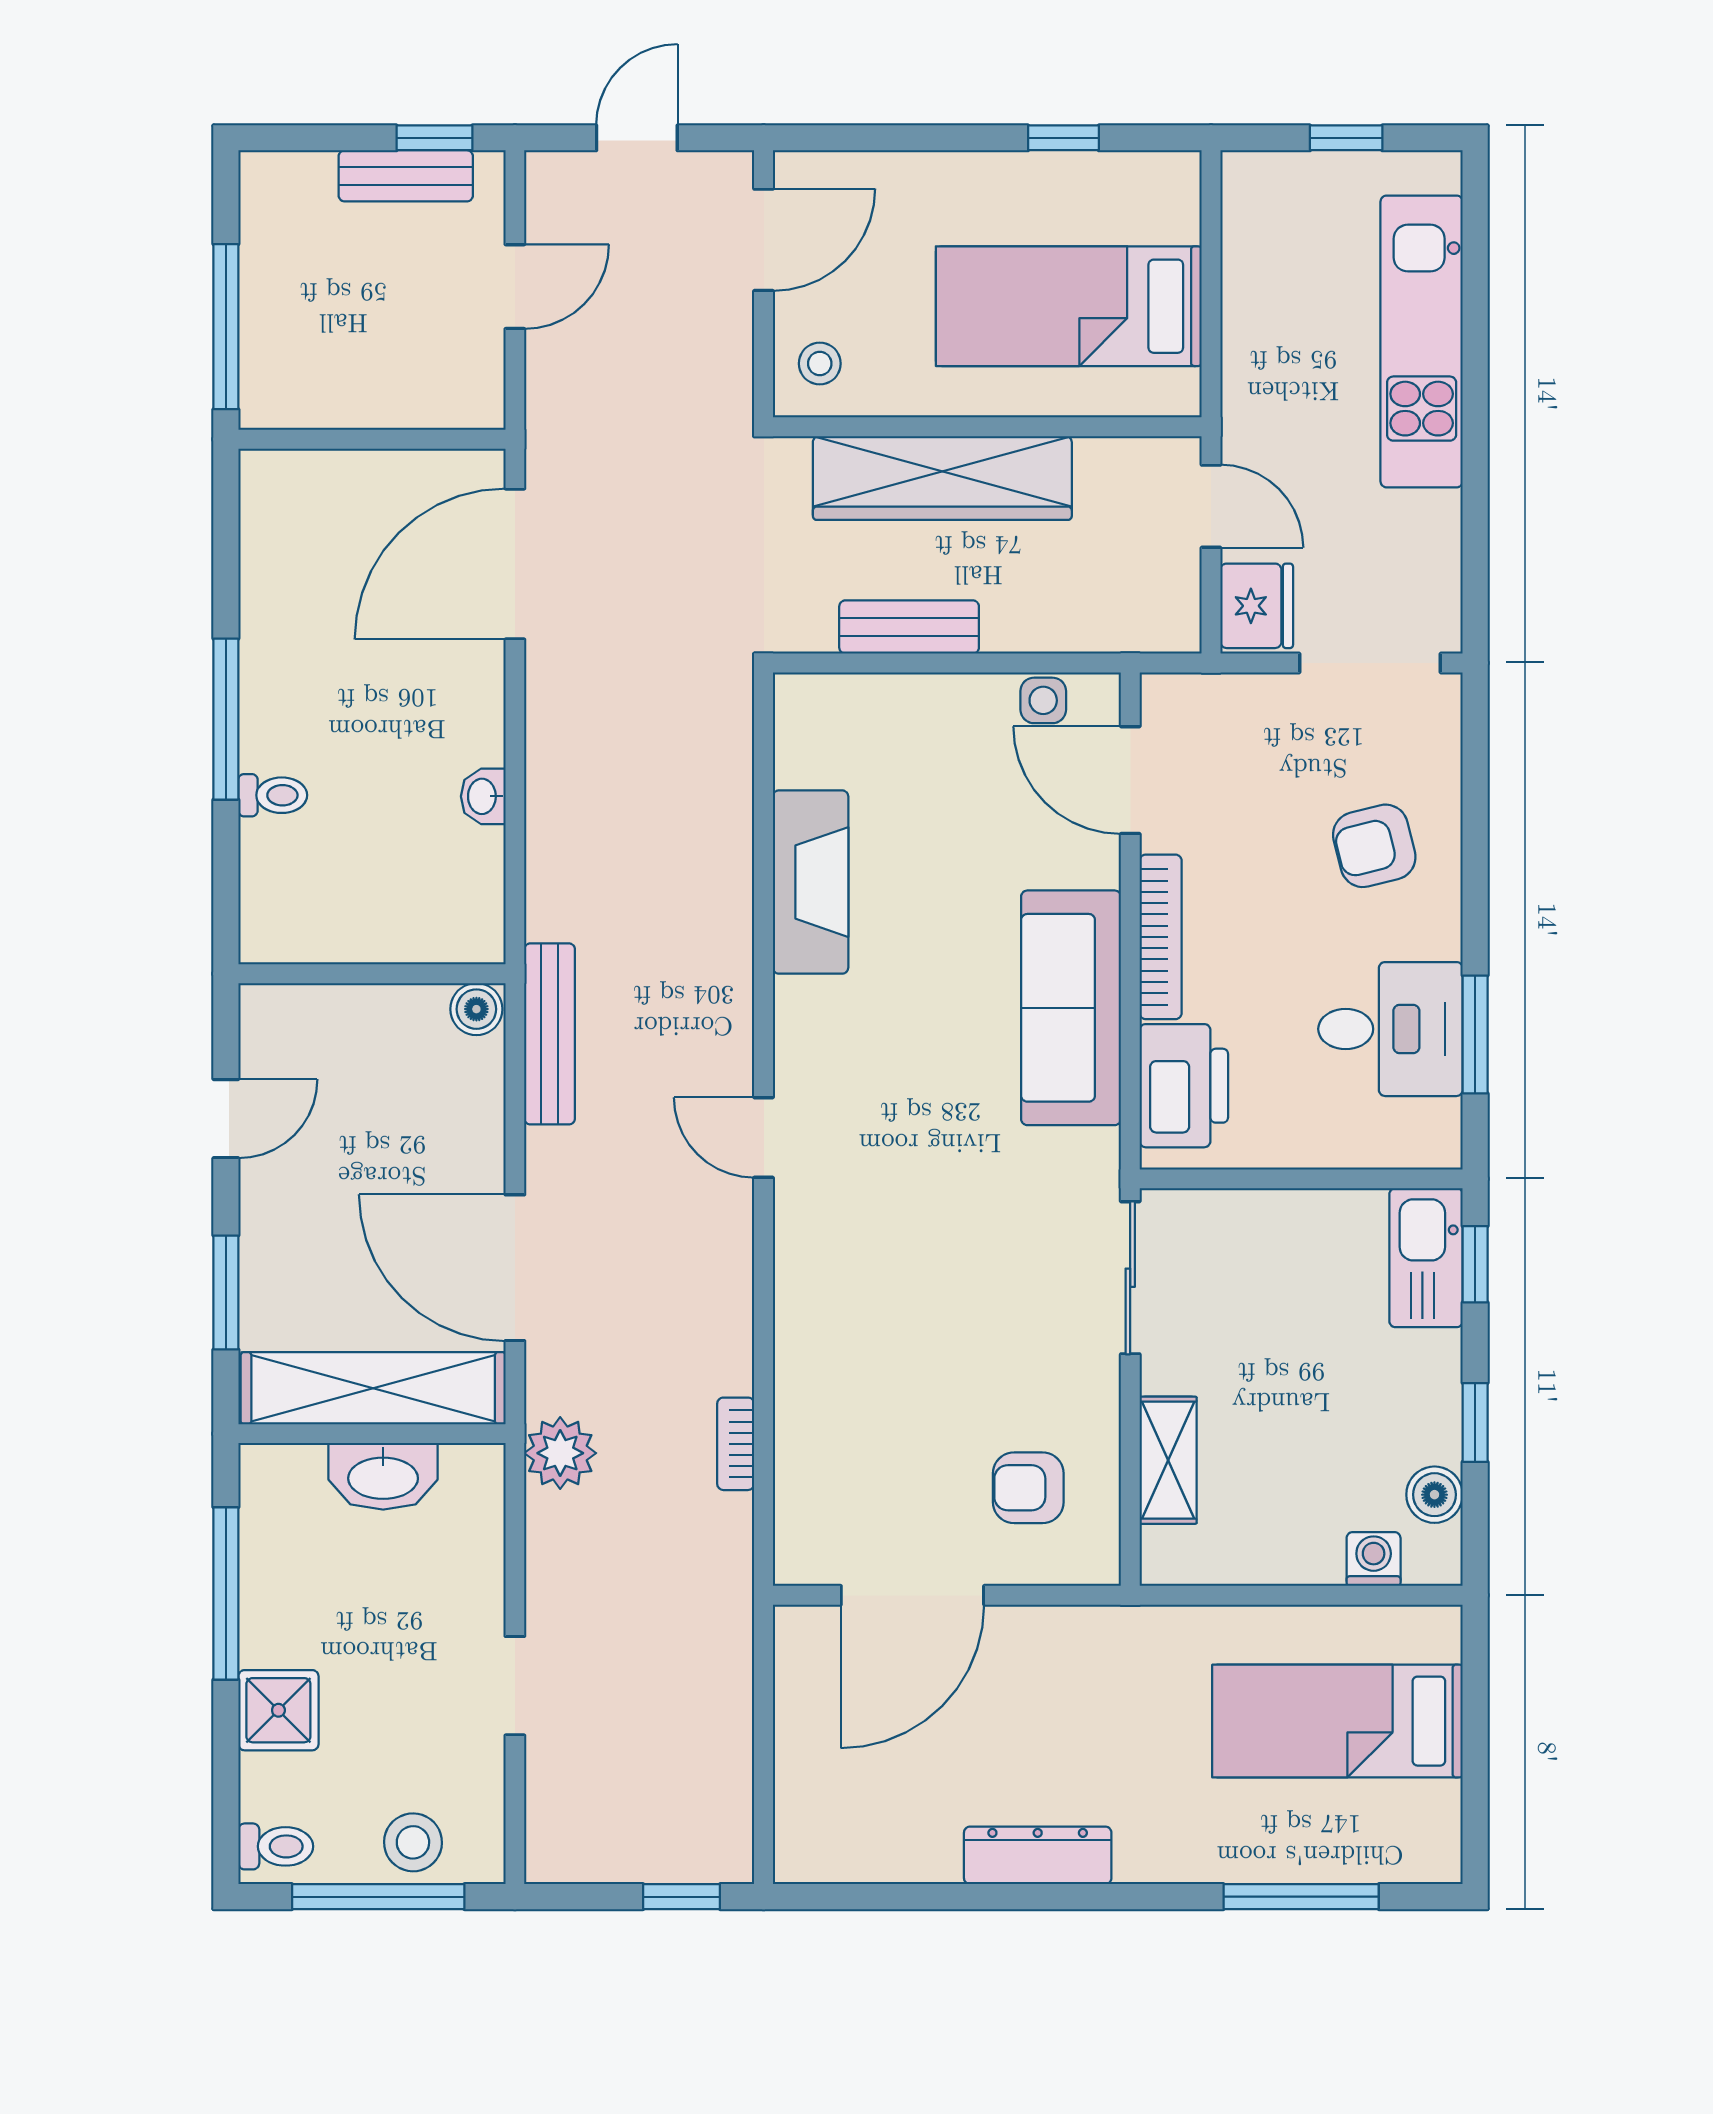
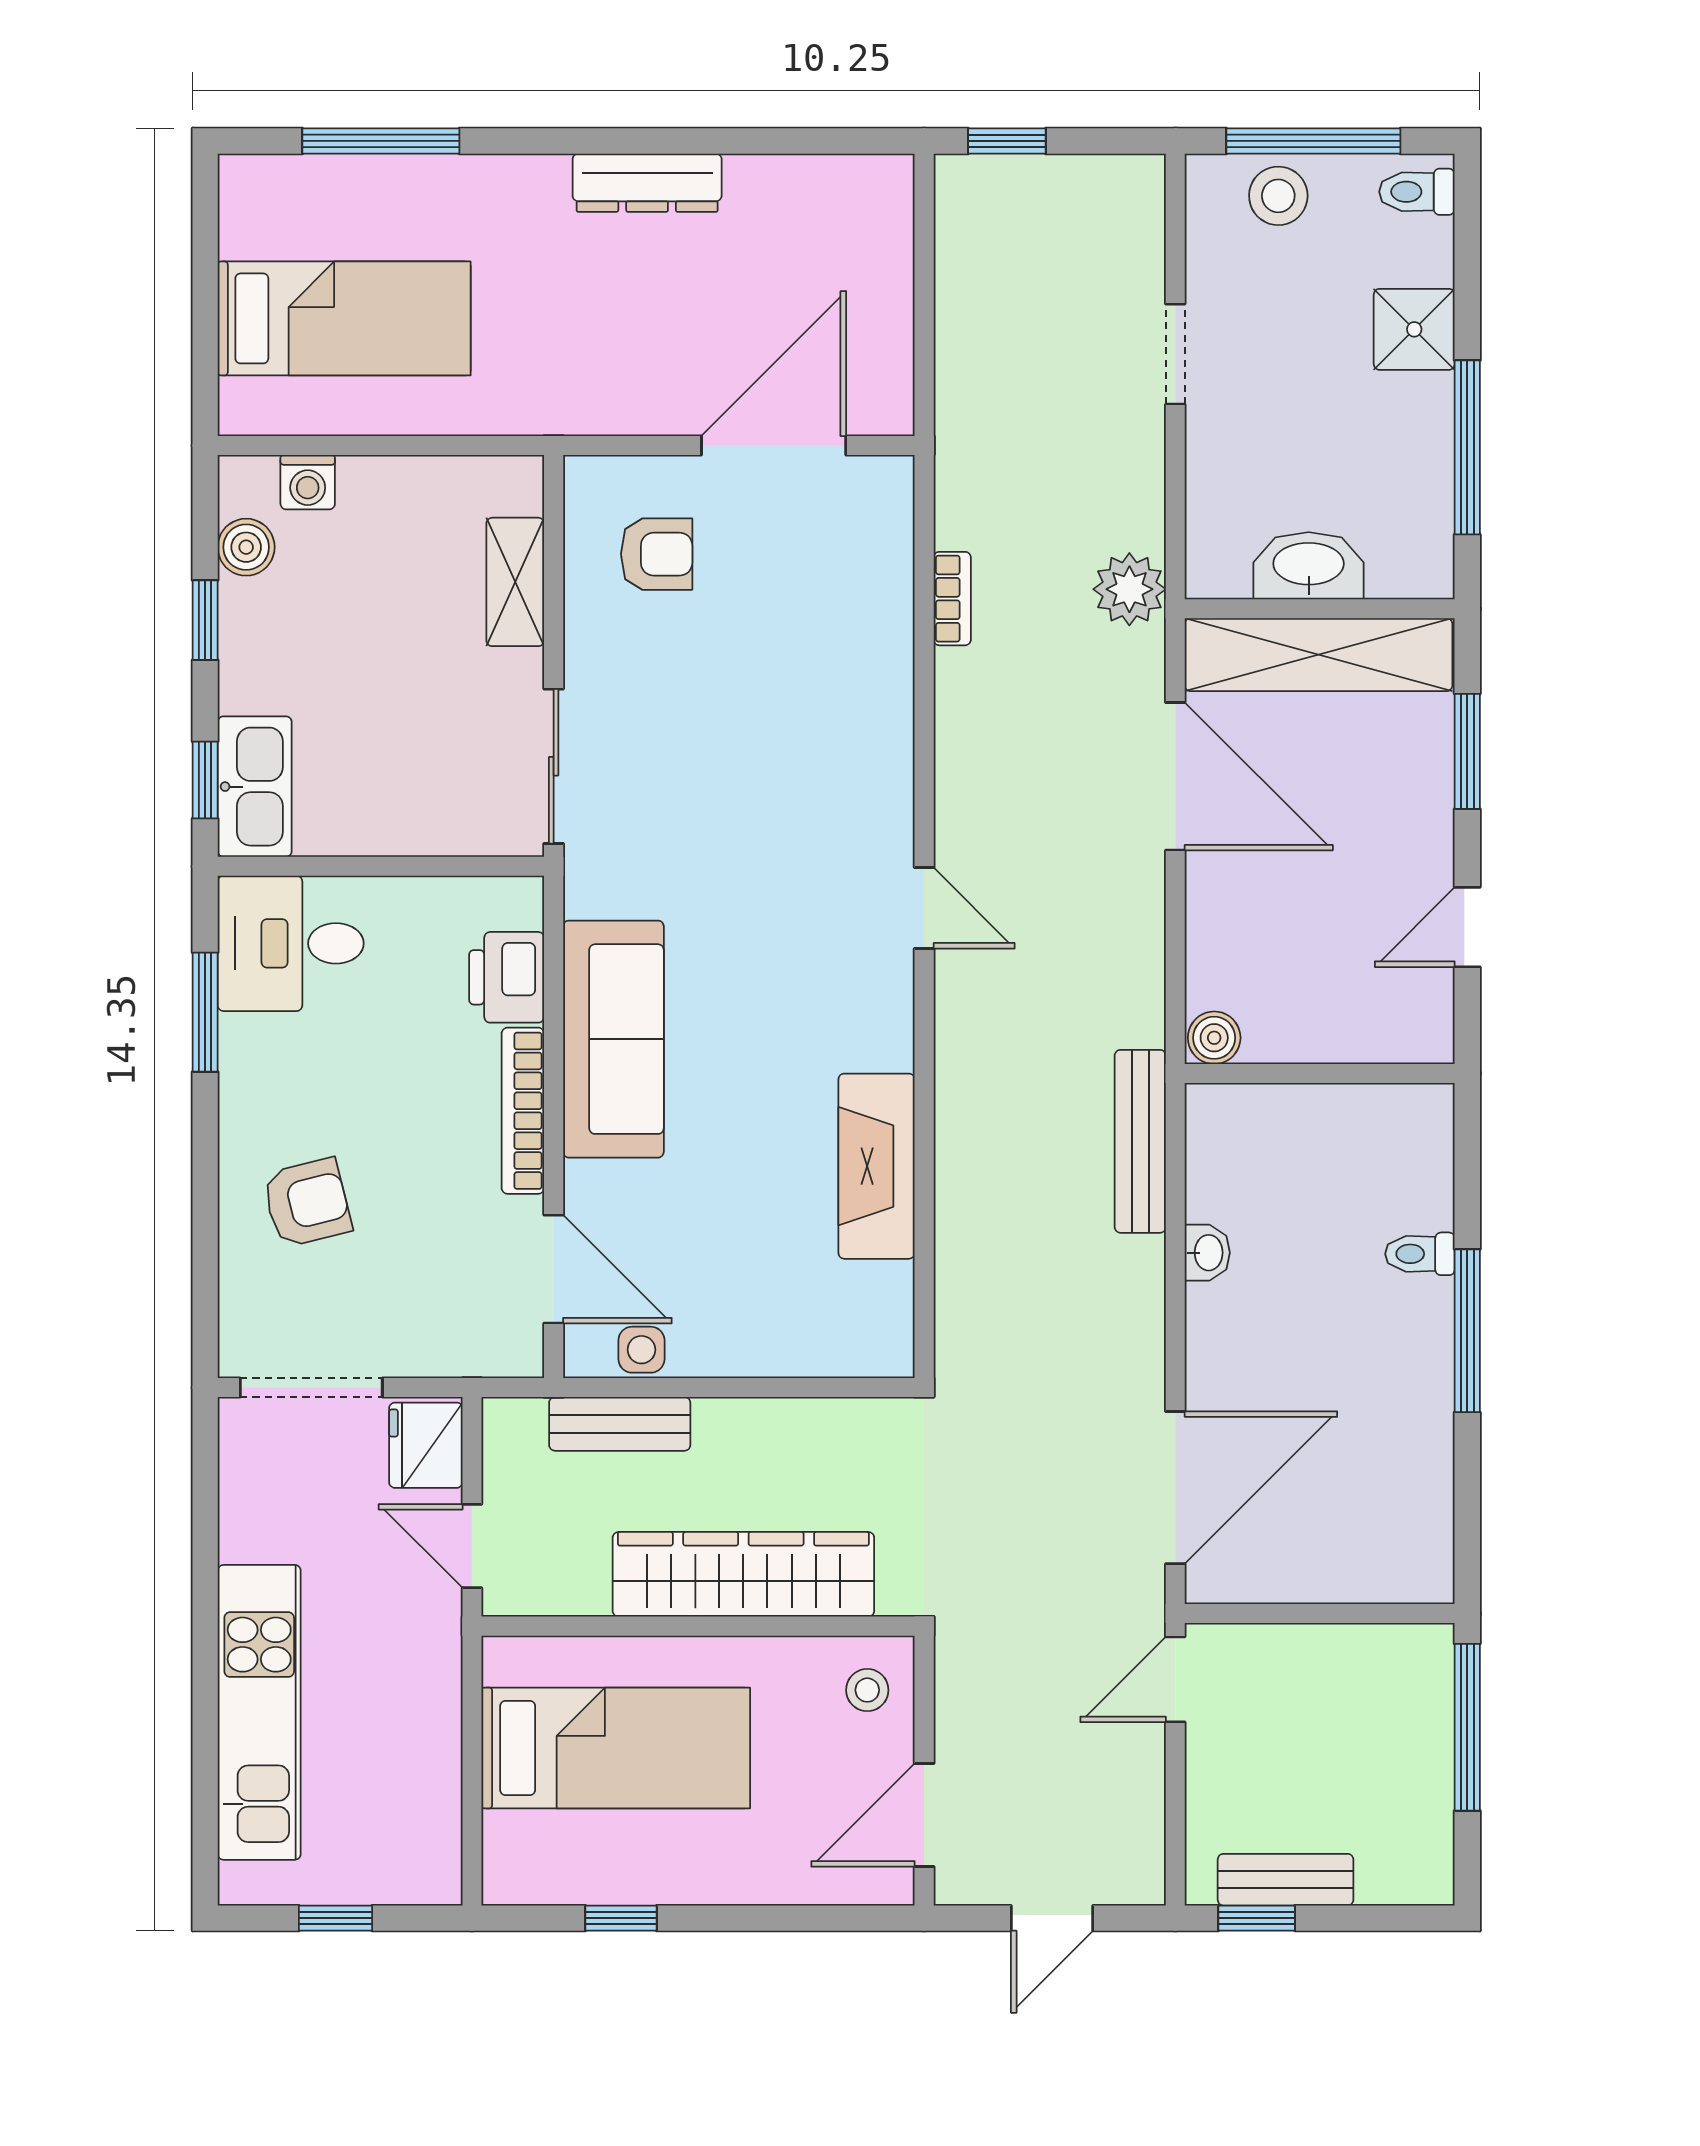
door: (515, 287) -> (1175, 1679), moved
bench: (909, 627) -> (620, 1424), moved
desk: (1390, 1029) -> (291, 943), moved
bench: (550, 1034) -> (1140, 1141), moved
printer: (1184, 1086) -> (507, 977), width x0.73, depth x0.84

